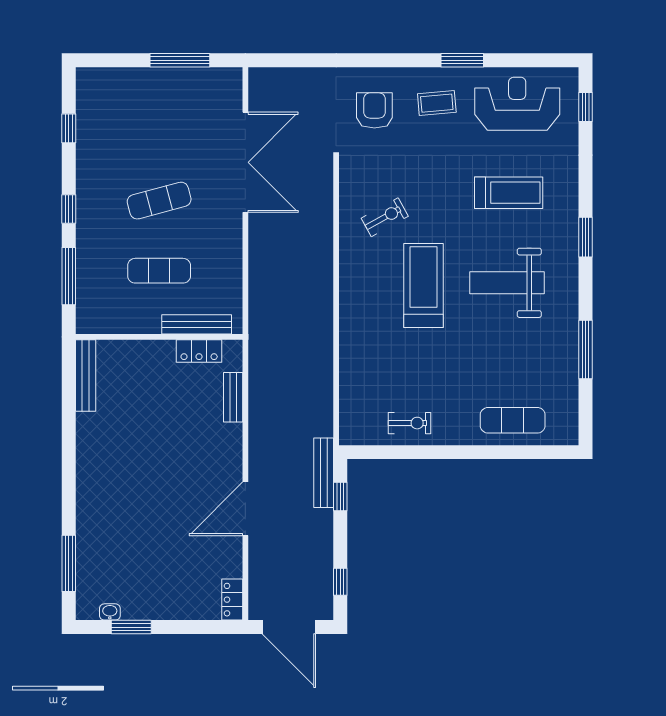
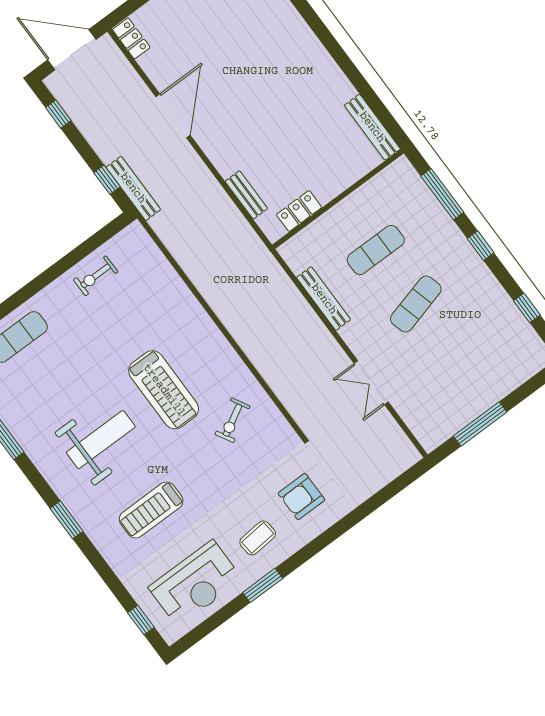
armchair: (374, 110) -> (301, 497), turned 90
double door: (245, 162) -> (371, 383), width x0.54
bench: (197, 324) -> (324, 299), moved, turned 90

